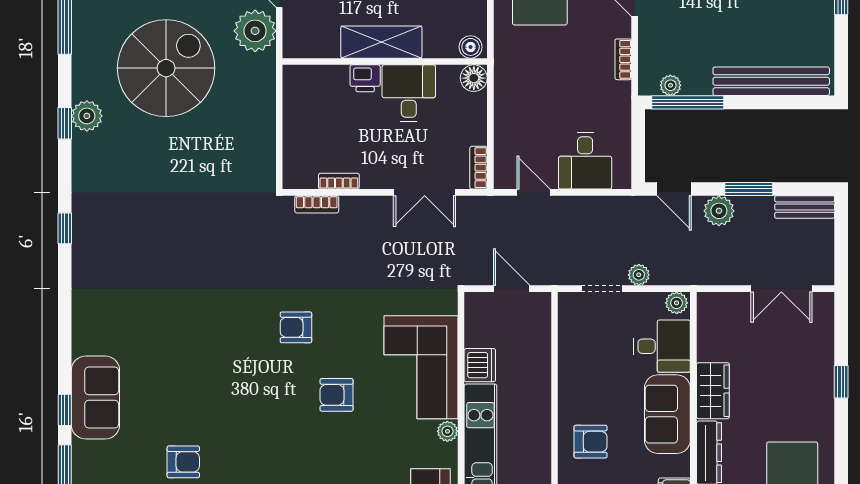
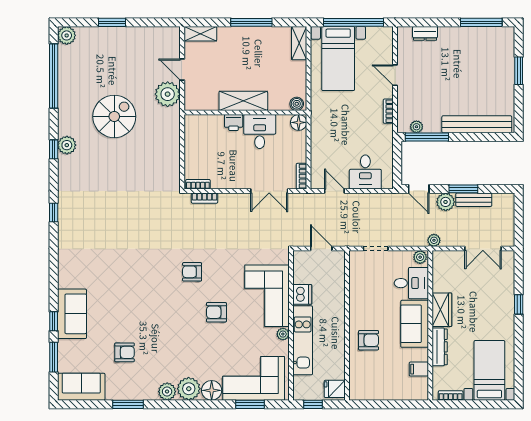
spiral stairs: (166, 68) -> (114, 116), width x0.73, depth x0.73
bookcase: (339, 181) -> (198, 184), moved
bench: (805, 207) -> (474, 200), moved
plant: (639, 275) -> (434, 240), moved

